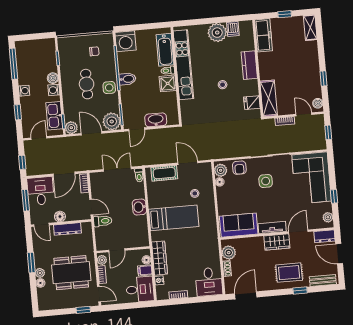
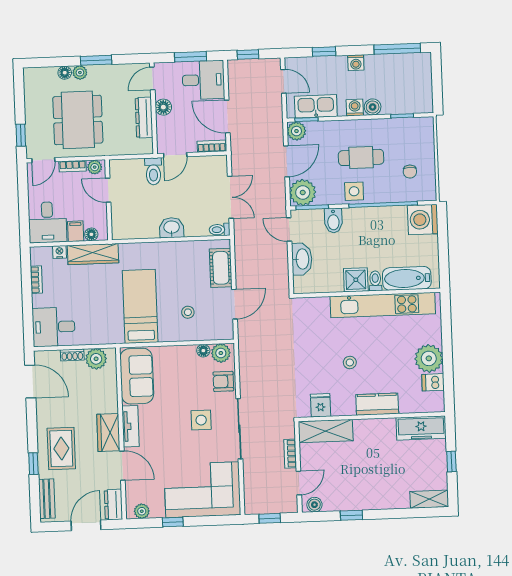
bidet: (127, 79) -> (333, 221), moved
bed: (174, 218) -> (140, 306), moved, turned 180

